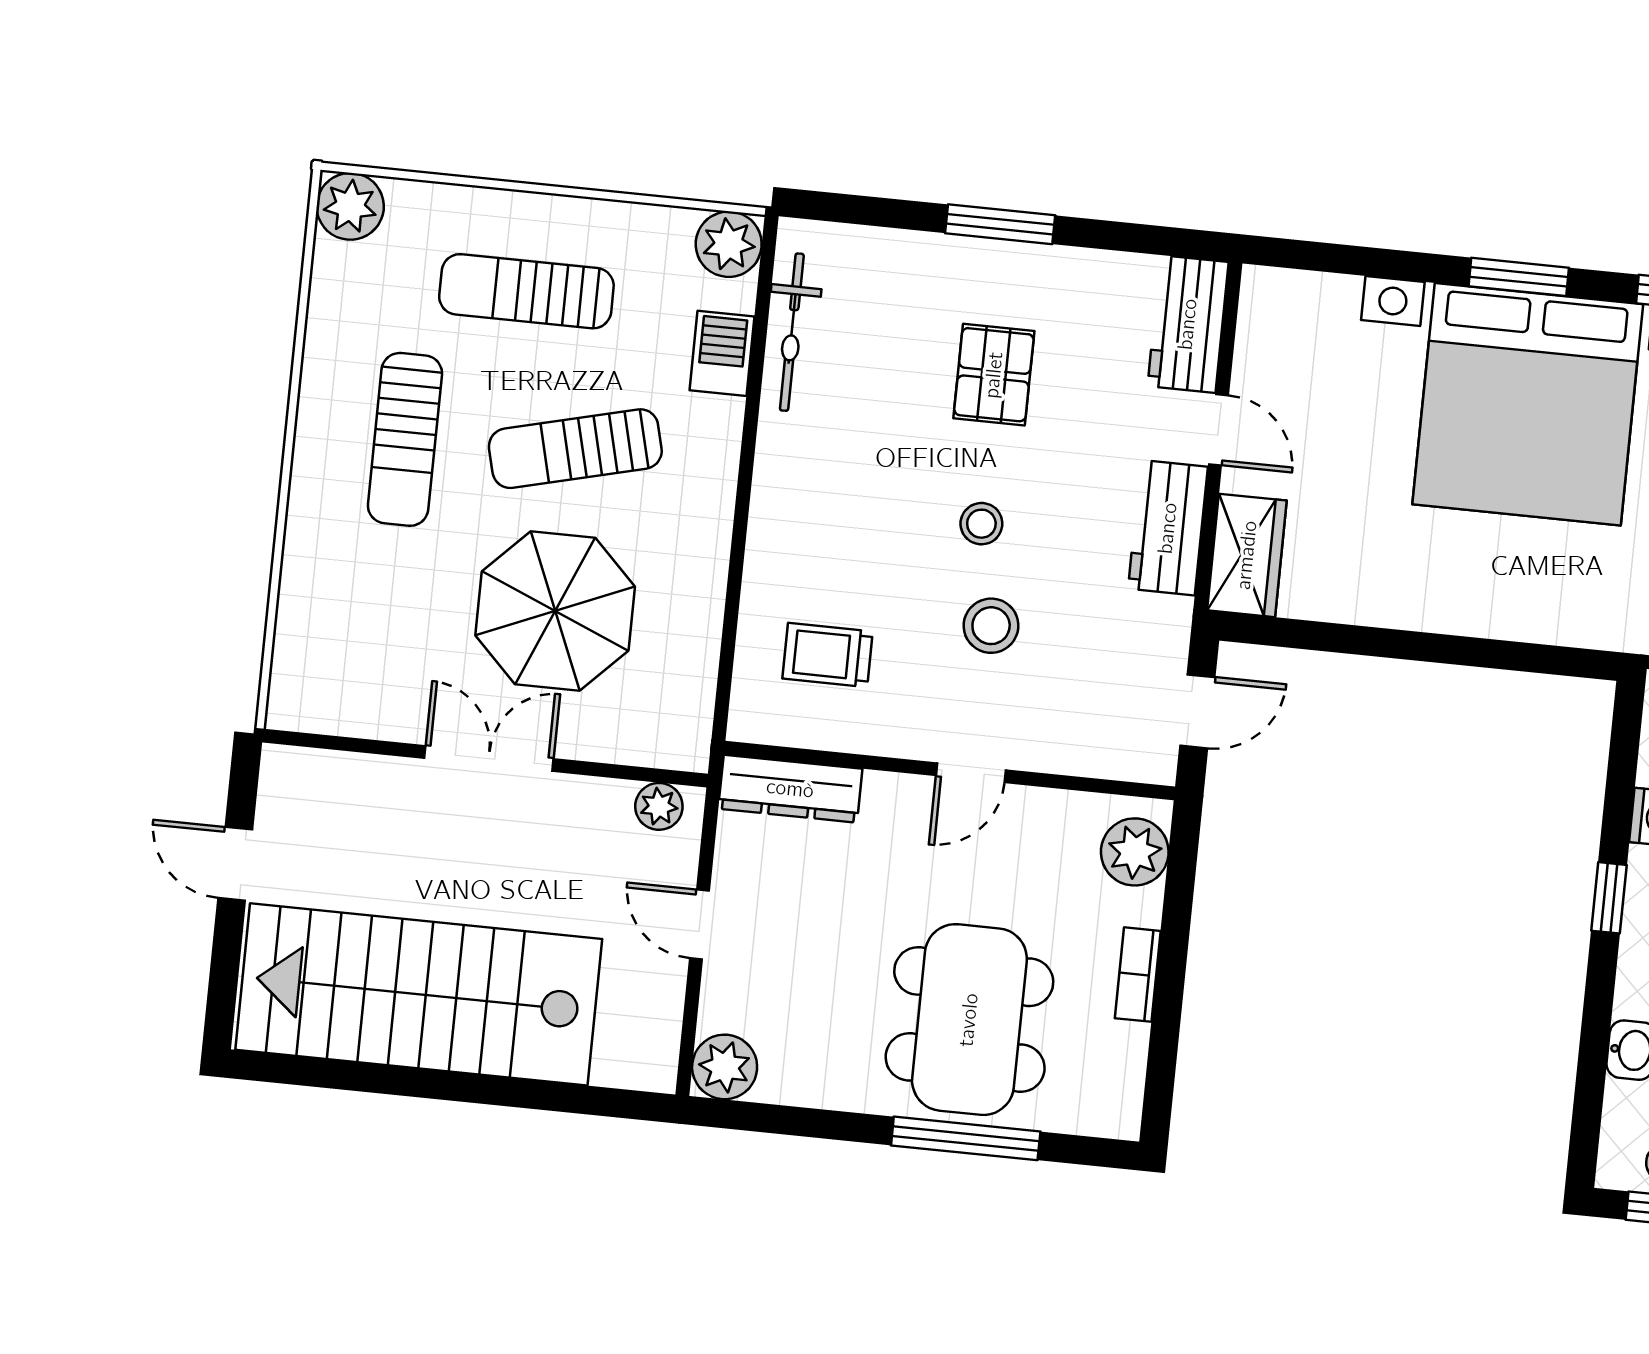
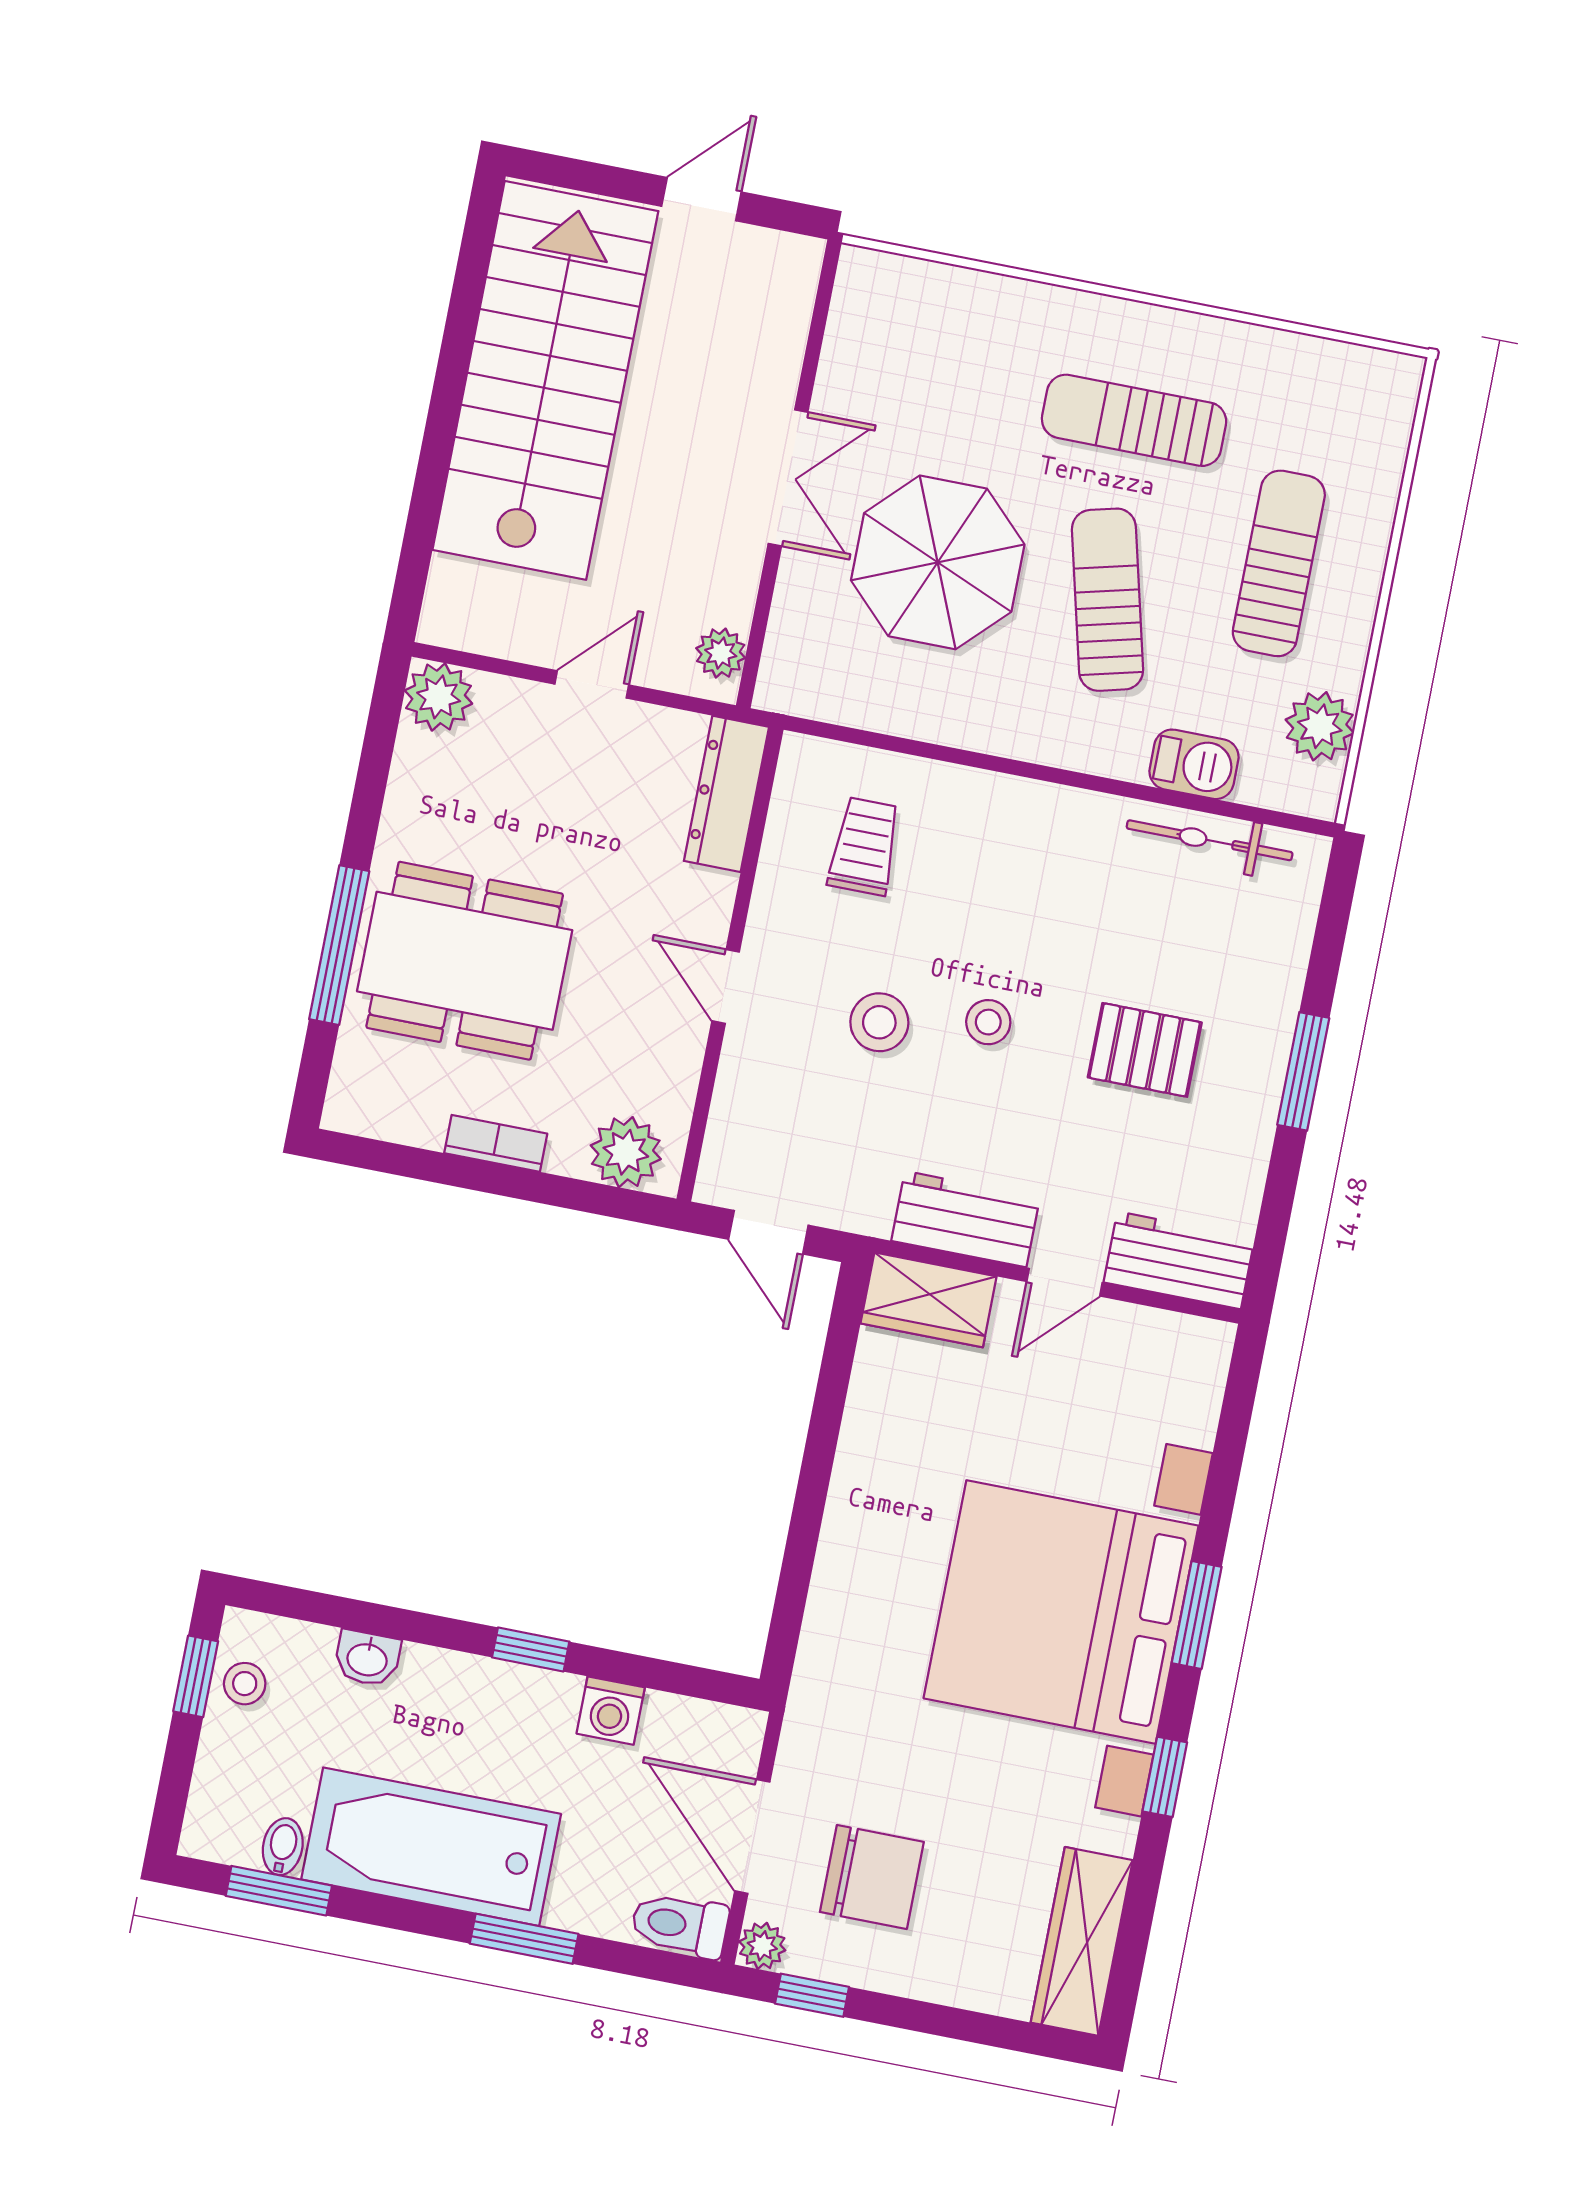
plant: (350, 206) -> (1386, 385), removed
plant: (729, 244) -> (1320, 726), moved

